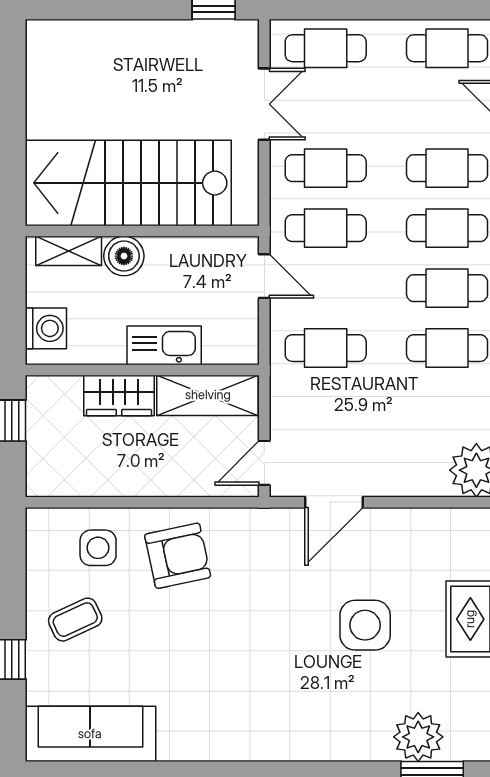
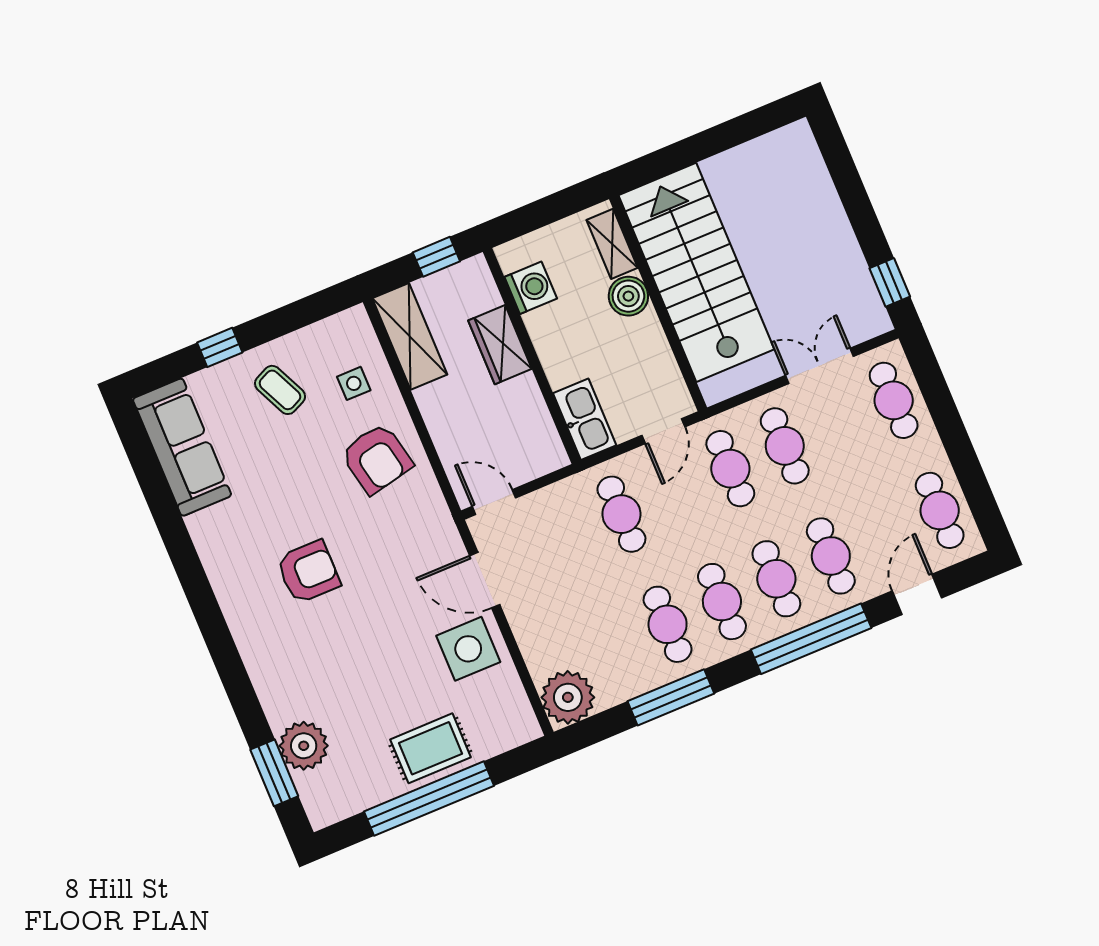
double door: (264, 104) -> (819, 366), swing flipped
washing machine: (46, 328) -> (531, 288), moved, turned -90
kitchen sink: (164, 345) -> (585, 419), moved
shelving: (208, 395) -> (410, 336), moved
side table: (98, 548) -> (354, 383), width x0.73, depth x0.73
side table: (365, 625) -> (468, 649), moved
armchair: (257, 664) -> (308, 572), added

